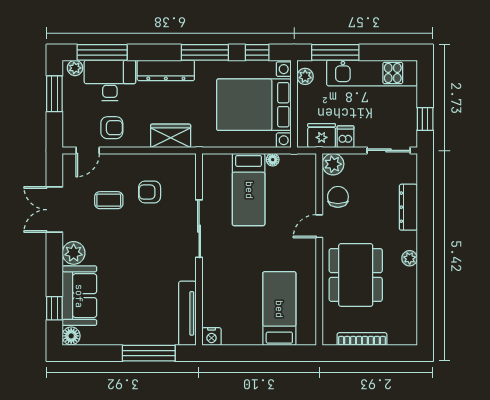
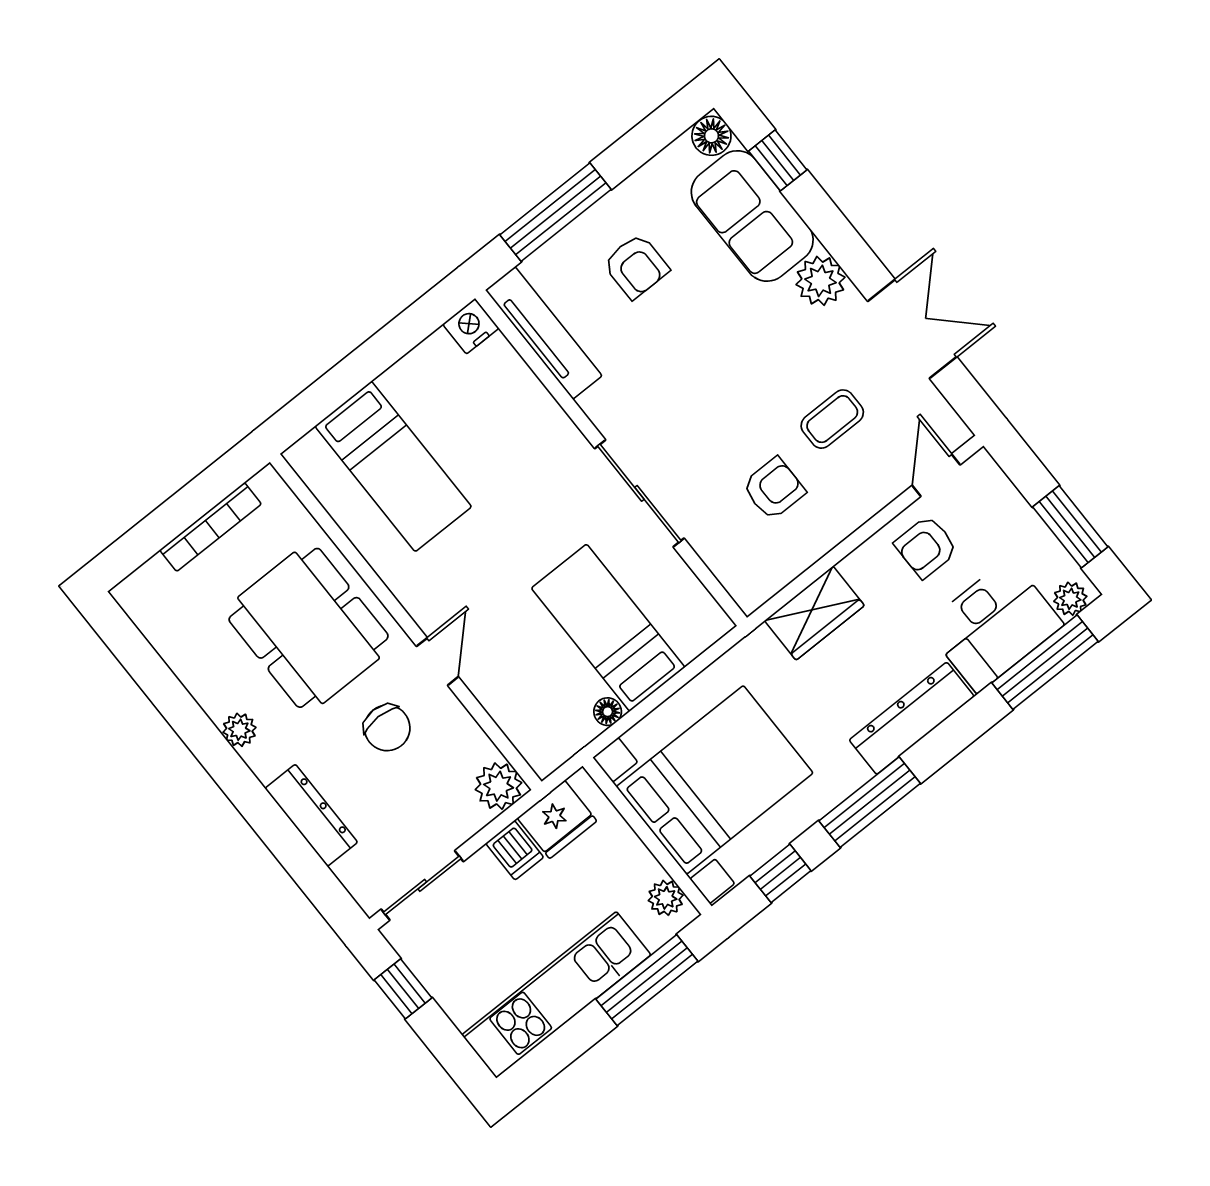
chair: (338, 197) -> (387, 728), moved
armchair: (135, 311) -> (636, 266), added

